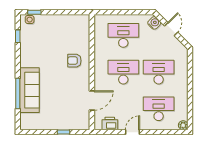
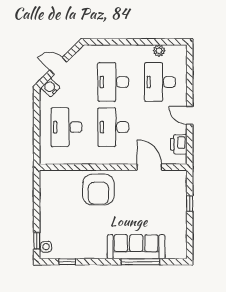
armchair: (74, 61) -> (98, 190), width x1.88, depth x1.88
plant: (183, 125) -> (159, 51), moved

